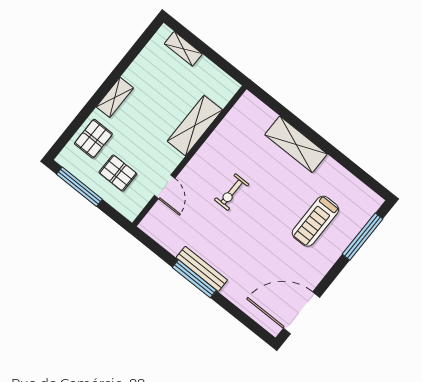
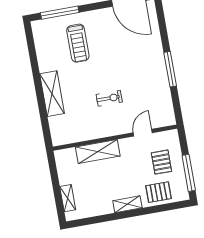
treadmill: (315, 221) -> (78, 43), turned 90
bench: (202, 269) -> (161, 71), removed

